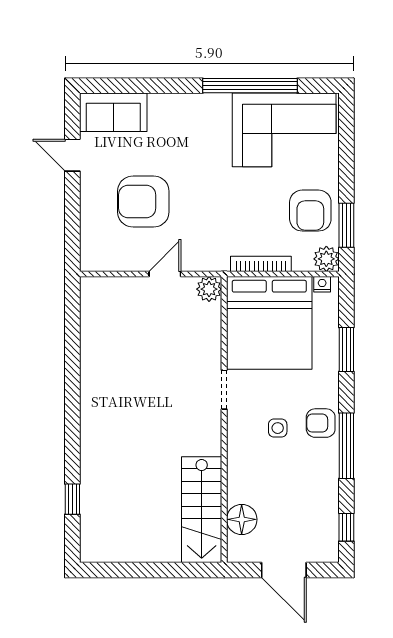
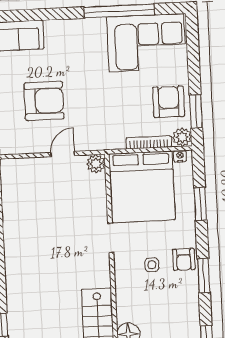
armchair: (143, 202) -> (44, 101), turned 180
armchair: (310, 211) -> (169, 102), turned 180
bookcase: (261, 264) -> (149, 142), moved
armchair: (321, 423) -> (184, 259), turned -90
window: (346, 446) -> (204, 275), width x0.69

